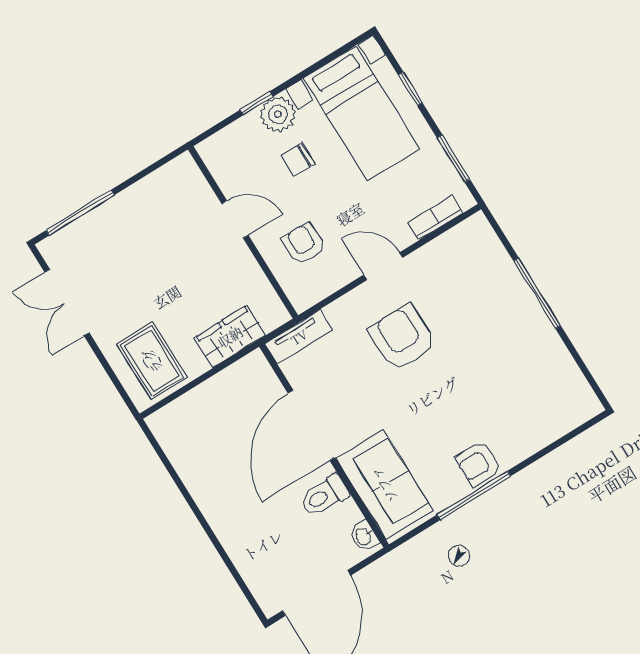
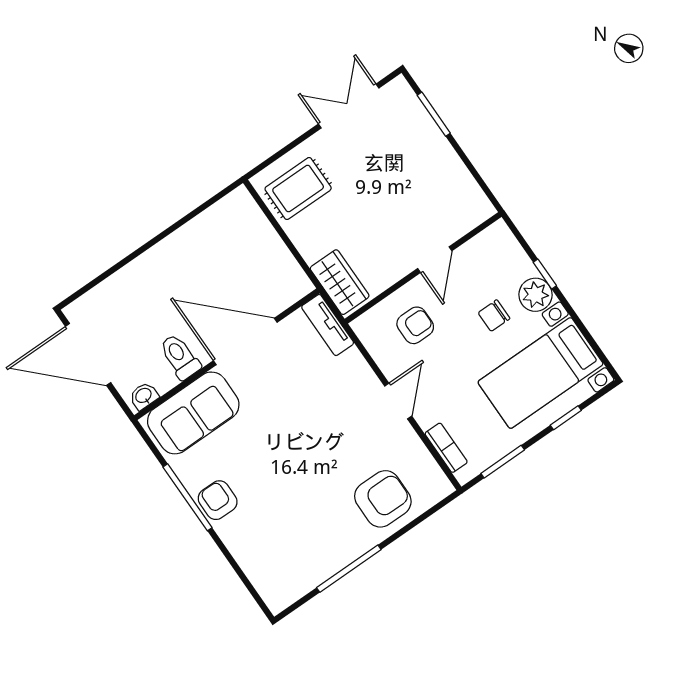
chair: (298, 160) -> (494, 316), turned -90
window: (80, 212) -> (434, 114), width x0.69
window: (537, 293) -> (349, 569), moved
wardrobe: (230, 337) -> (340, 282), moved
armchair: (402, 337) -> (383, 499), moved

